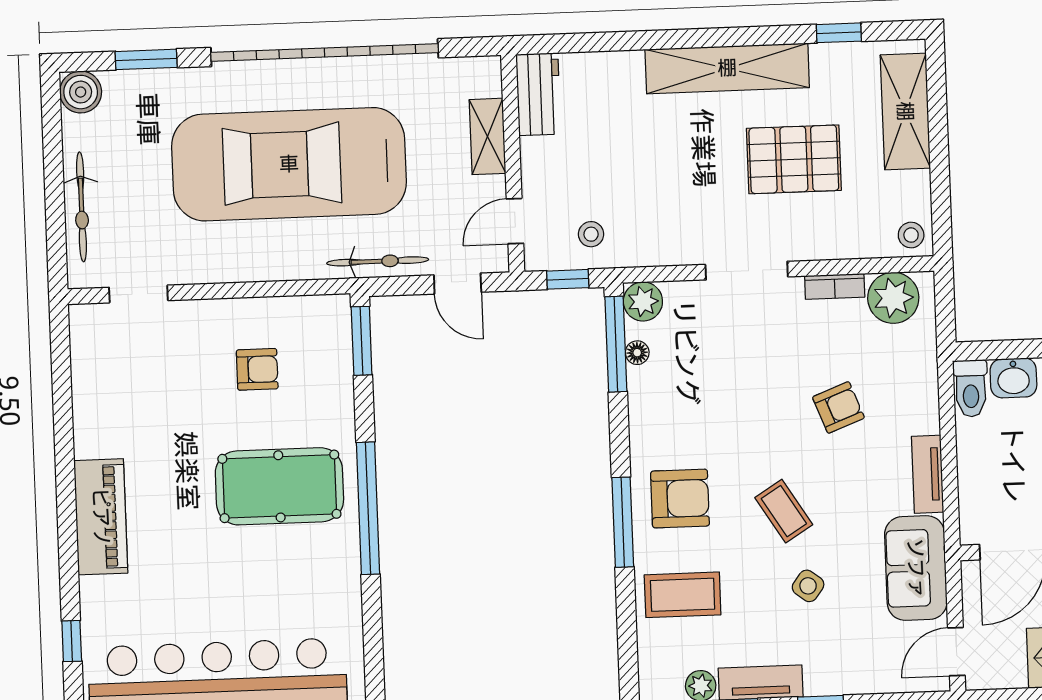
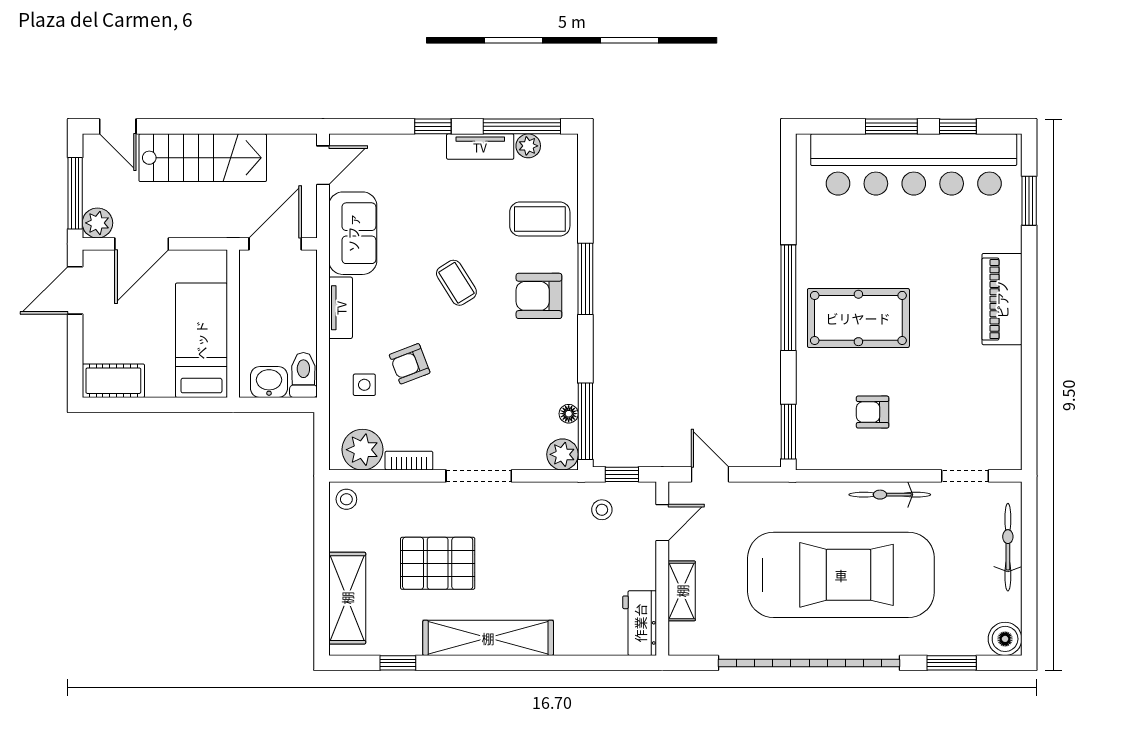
bicycle: (378, 261) -> (890, 495), moved
side table: (808, 586) -> (364, 385), moved, turned -37
window: (72, 641) -> (1029, 201), width x1.50

